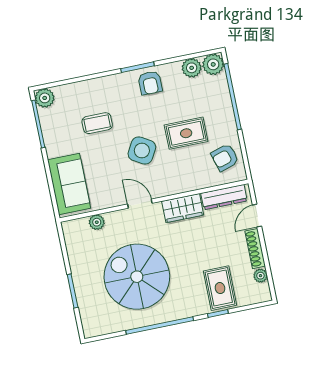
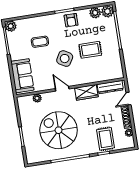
armchair: (225, 157) -> (112, 65), removed

